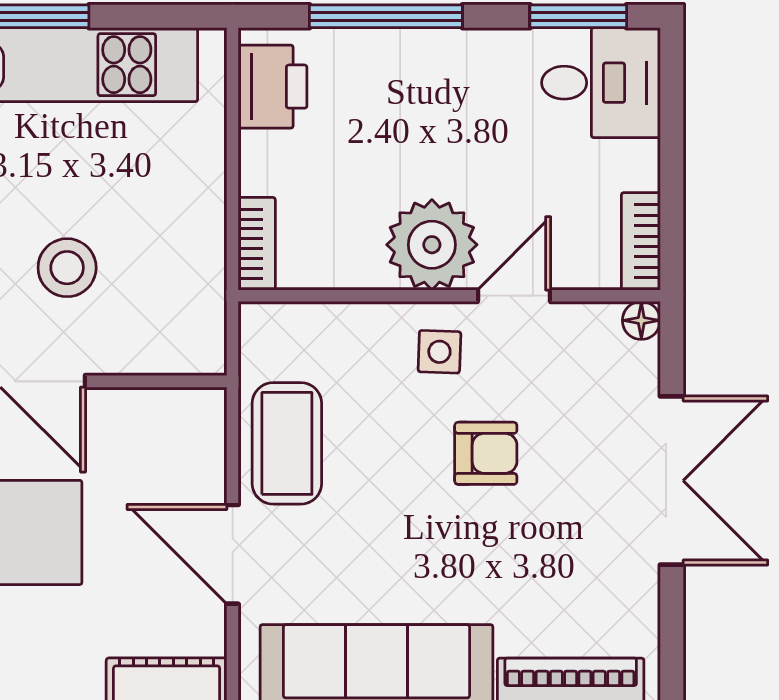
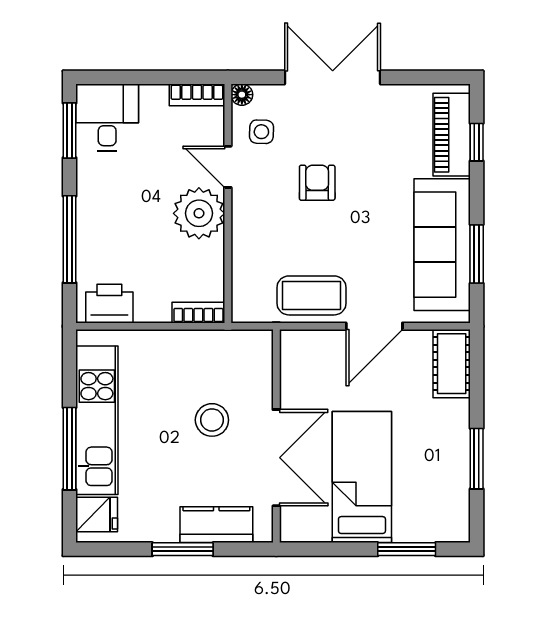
side table: (439, 352) -> (261, 132), moved

